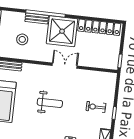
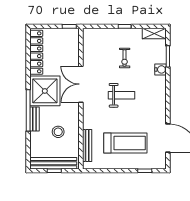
double door: (65, 66) -> (81, 84), width x1.37
weight bench: (50, 103) -> (122, 95), turned 90
exercise bike: (96, 107) -> (125, 58), moved

